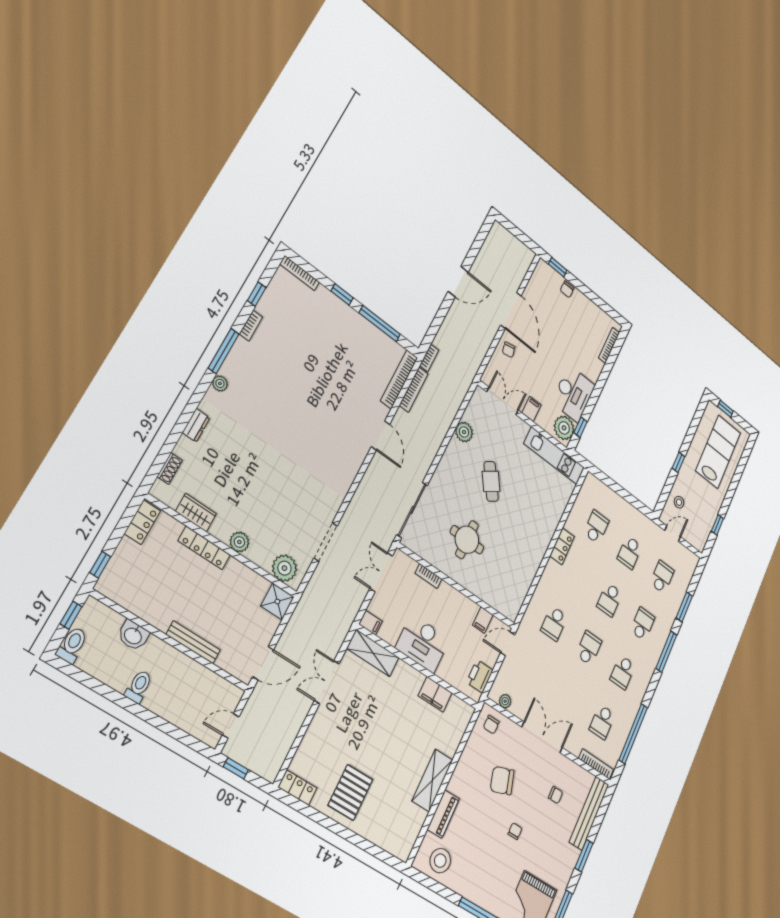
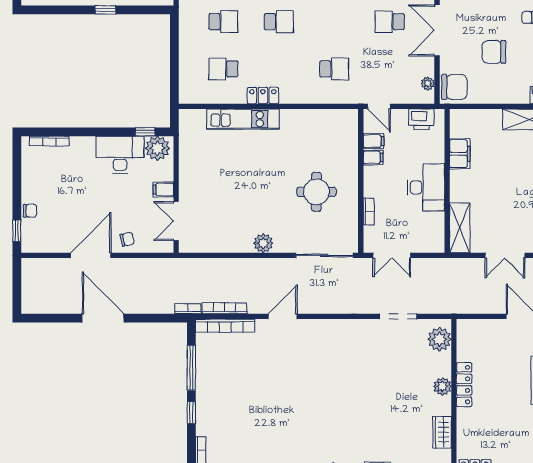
door: (458, 282) -> (103, 318), width x1.36
plant: (464, 432) -> (263, 243), moved
kitchen unit: (554, 456) -> (243, 119), moved, turned 90
cafe table: (491, 481) -> (253, 195), removed
locker: (204, 548) -> (464, 385), moved
shower: (277, 602) -> (468, 331), removed
filing cabinet: (370, 623) -> (373, 157), moved, turned 90
school desk: (589, 648) -> (390, 22), moved
chair: (491, 725) -> (454, 87), width x1.87, depth x1.87
chair: (502, 781) -> (494, 52), turned 108

